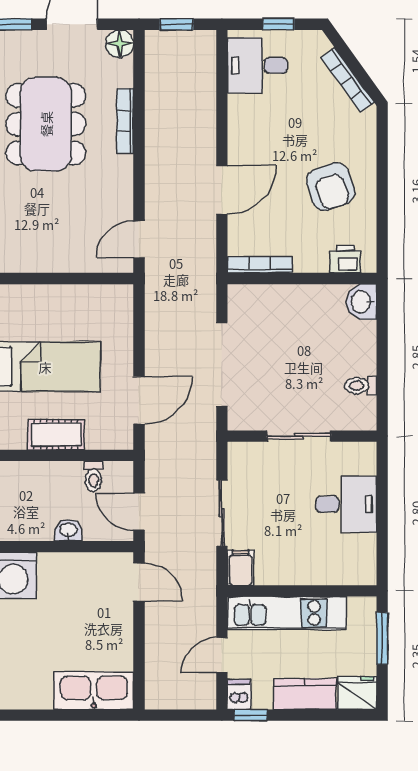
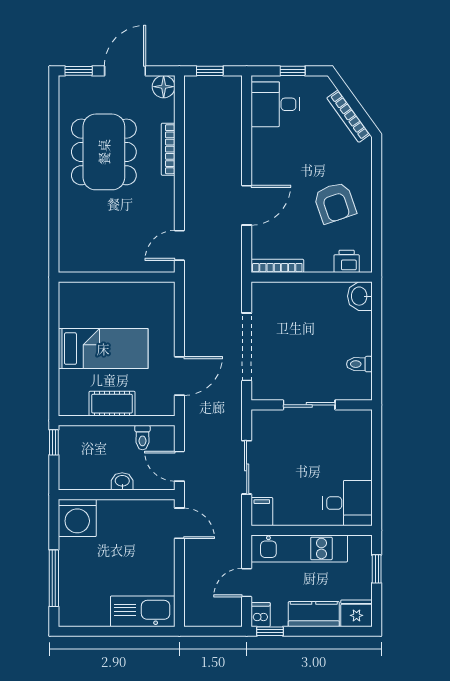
desk: (346, 504) -> (348, 503), moved
window: (382, 638) -> (377, 569), width x0.67

